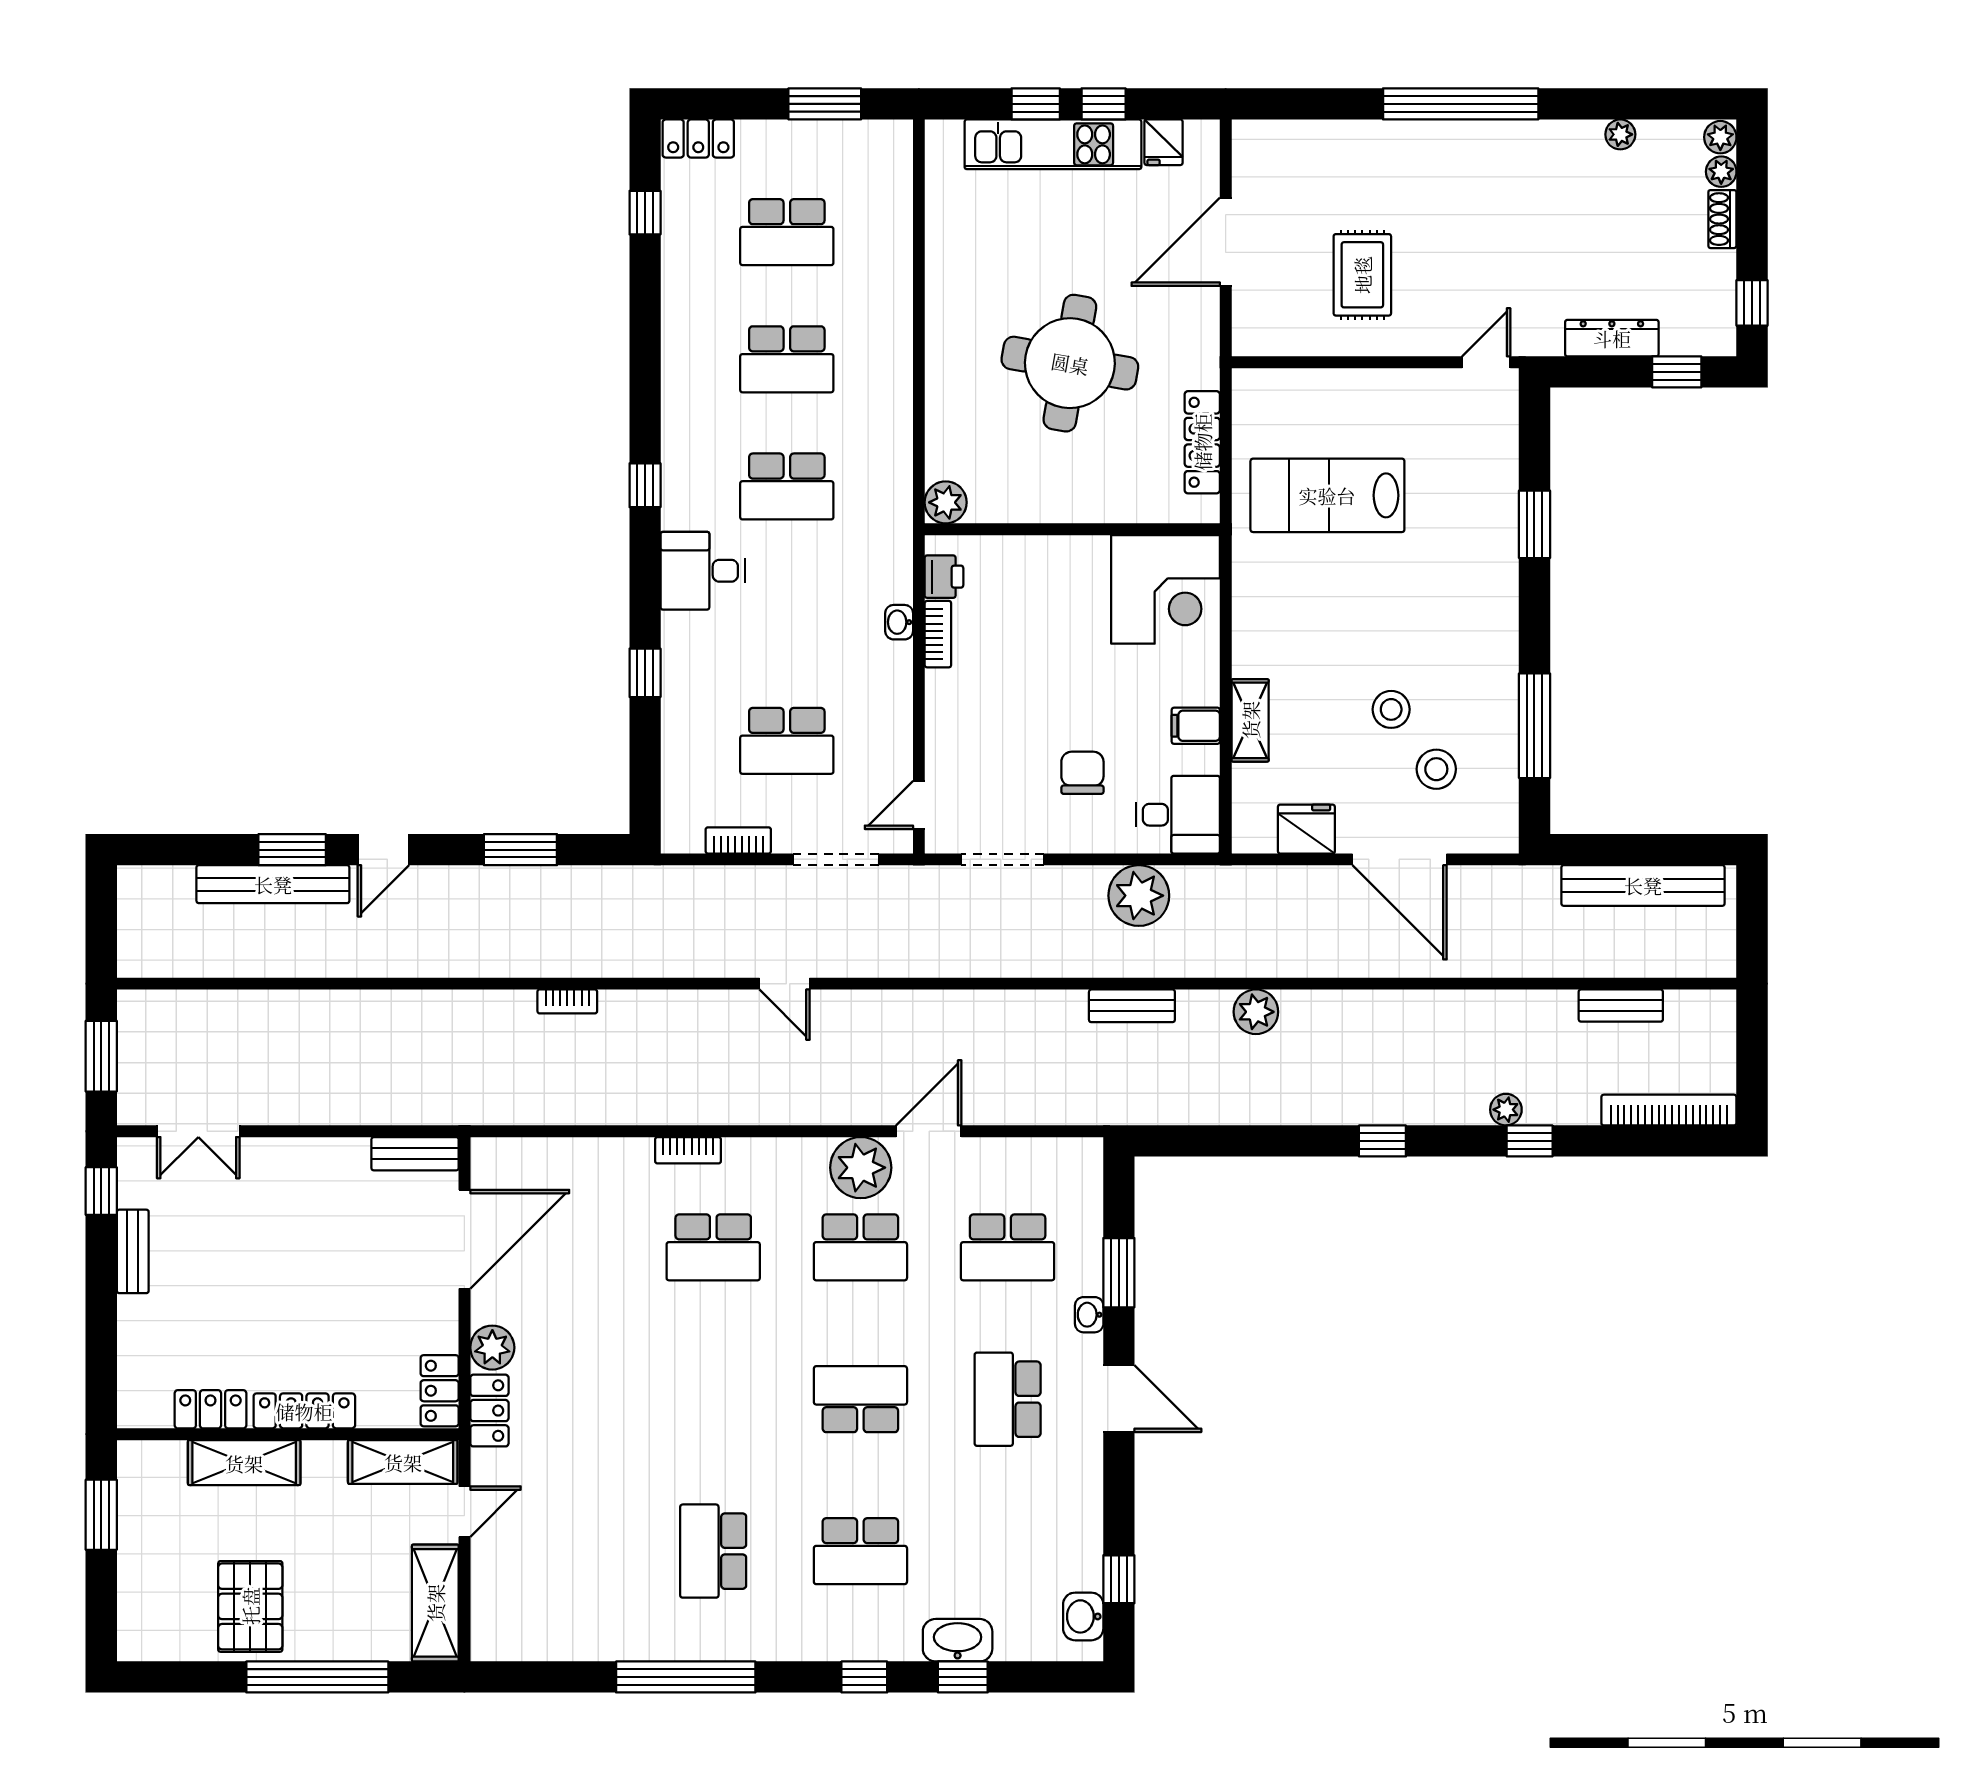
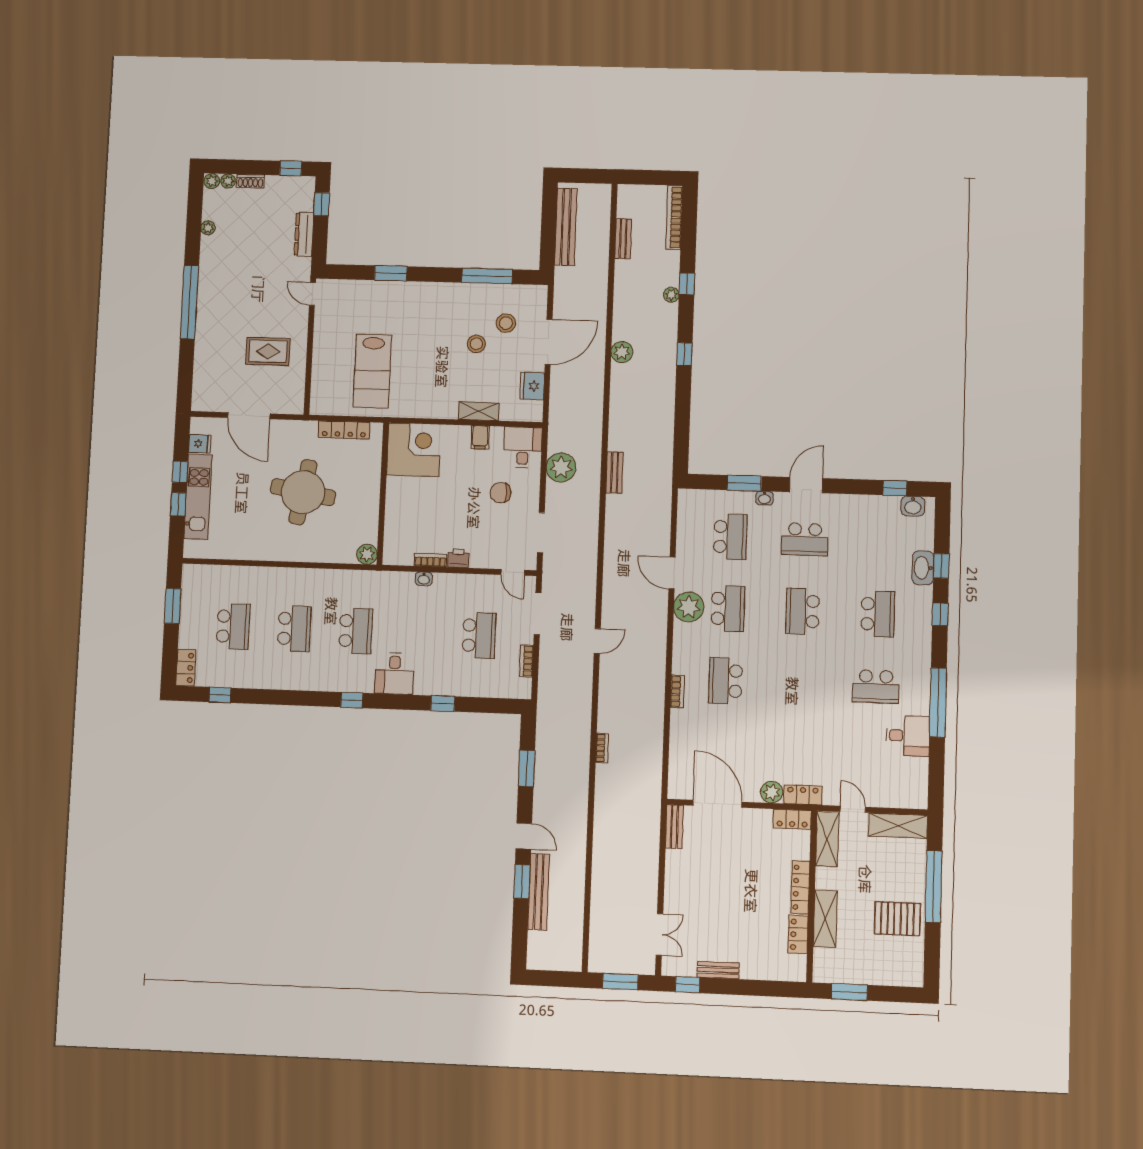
printer: (944, 577) -> (458, 558), moved
plant: (1256, 1012) -> (622, 352), moved
school desk: (713, 1247) -> (726, 681), turned 180
desk: (617, 1618) -> (908, 736), added

